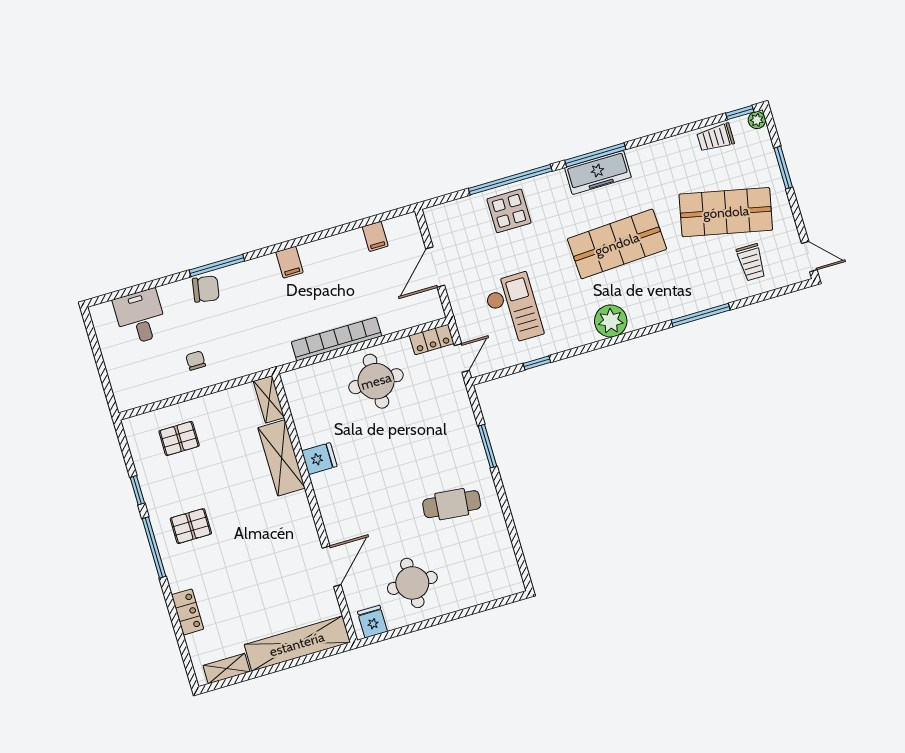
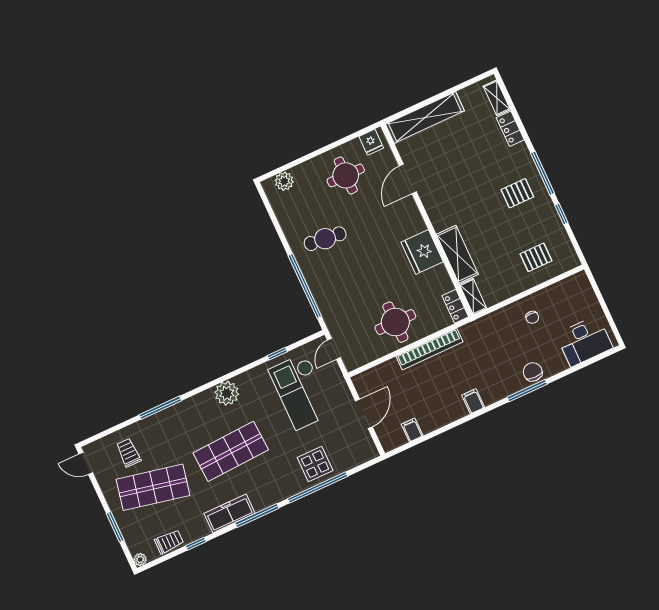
window: (740, 113) -> (196, 544), moved
freezer: (598, 172) -> (230, 513), moved
chair: (206, 289) -> (533, 372), turned 80
checkout: (513, 309) -> (301, 391), width x1.36, depth x1.21
desk: (140, 317) -> (584, 341), width x1.37
locker: (432, 340) -> (455, 306), moved, turned -90
window: (488, 446) -> (305, 286), width x2.11
fridge: (319, 459) -> (422, 252), width x1.88, depth x1.34
plant: (494, 588) -> (284, 181), added
shelving: (227, 669) -> (497, 98), moved, turned 90

